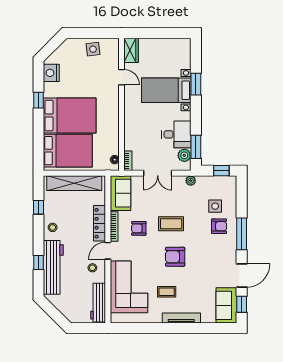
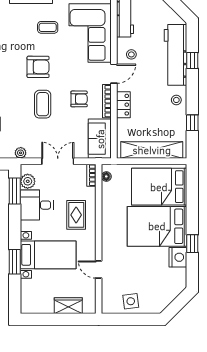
wardrobe: (131, 50) -> (68, 306), moved, turned 90
nightstand: (51, 73) -> (178, 257), moved
rug: (141, 126) -> (76, 215), added
locker: (99, 223) -> (123, 105), width x0.66
coffee table: (171, 224) -> (43, 104), turned 90

